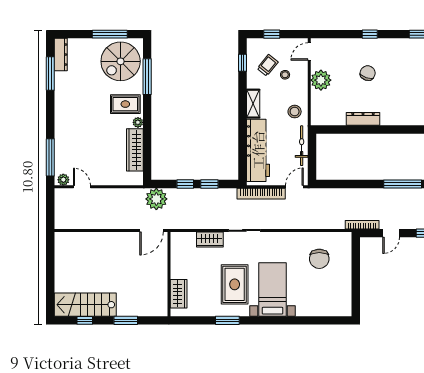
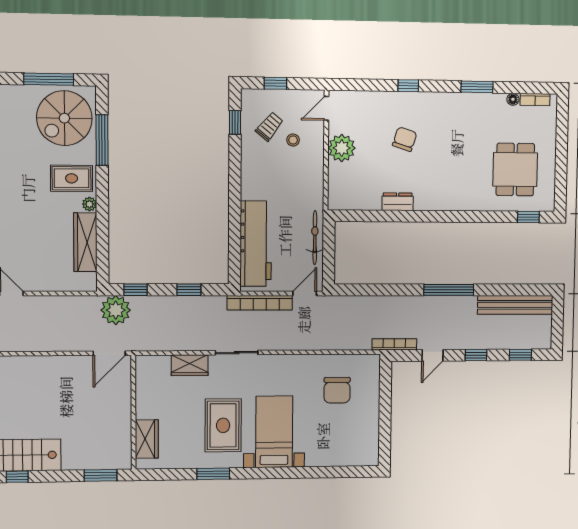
shelving: (253, 104) -> (249, 179), removed
stool: (295, 112) -> (306, 191), removed
dresser: (363, 119) -> (398, 202), width x0.70
window: (185, 184) -> (136, 290), moved
window: (126, 320) -> (101, 475), moved

